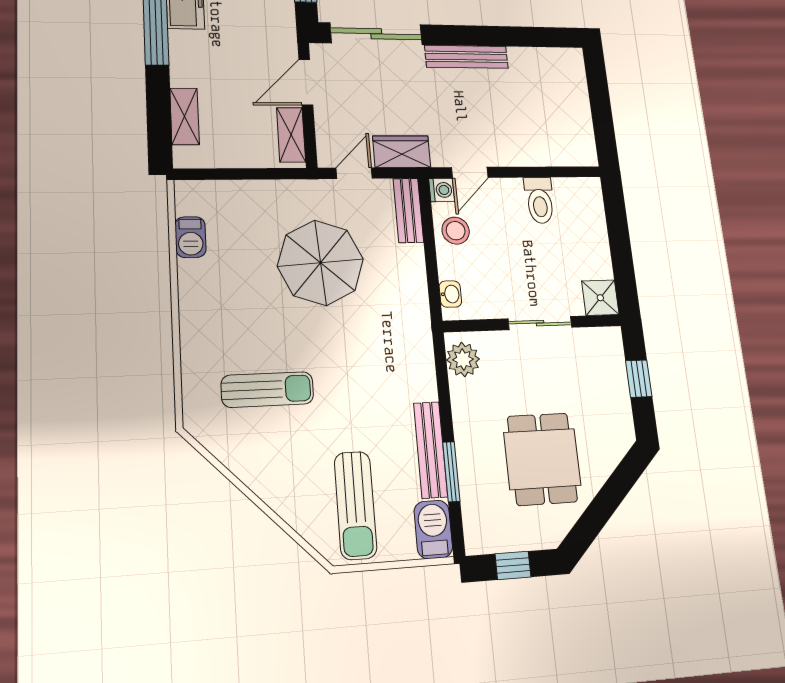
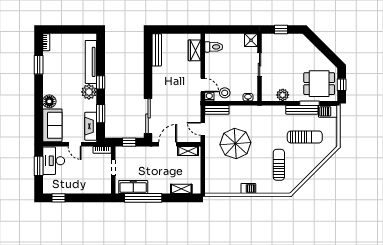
bench: (466, 57) -> (157, 50), moved
door: (306, 82) -> (168, 144), swing flipped
wardrobe: (402, 152) -> (195, 50), moved
toilet: (540, 200) -> (214, 47), moved
barbecue: (190, 237) -> (248, 189), moved
plant: (463, 360) -> (283, 95), moved
dining table: (542, 459) -> (319, 84), moved
sun lounger: (355, 505) -> (305, 137), moved

